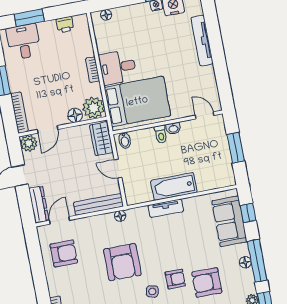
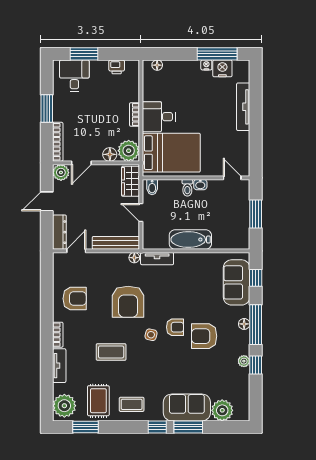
tv unit: (166, 208) -> (157, 259), moved
armchair: (64, 253) -> (75, 299), moved

